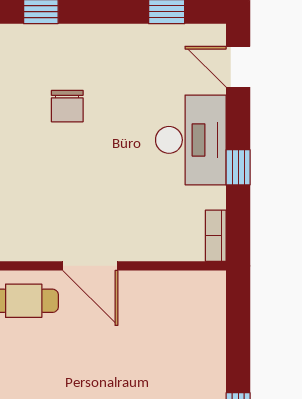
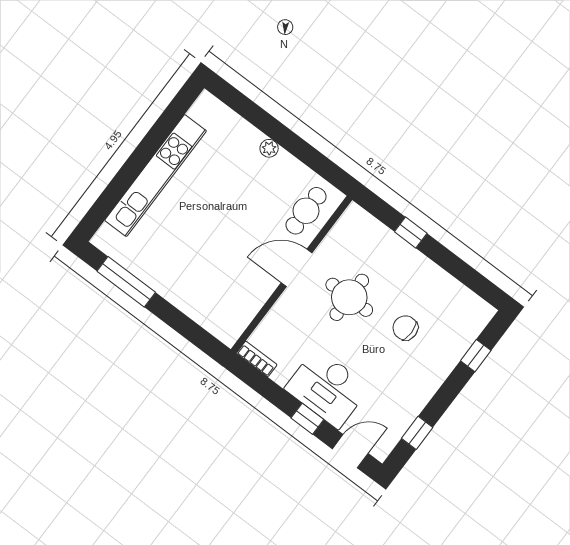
window: (238, 167) -> (307, 419), moved
round table: (79, 188) -> (349, 297), added

